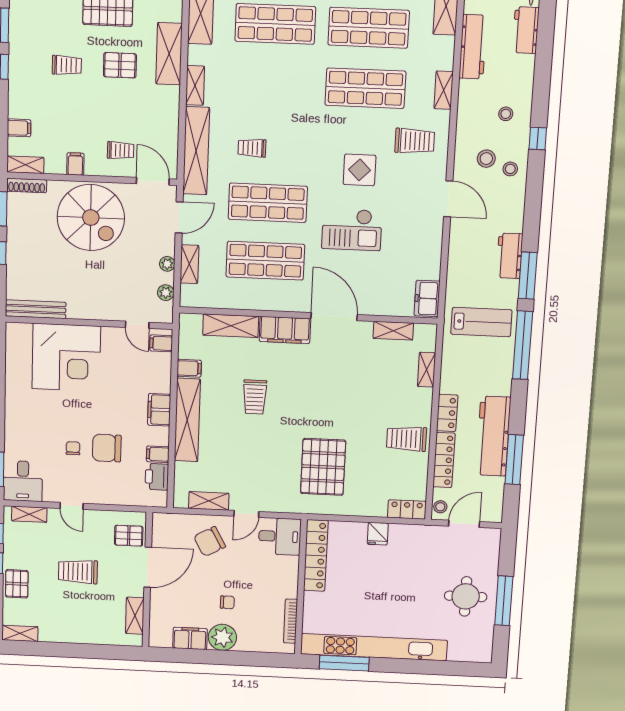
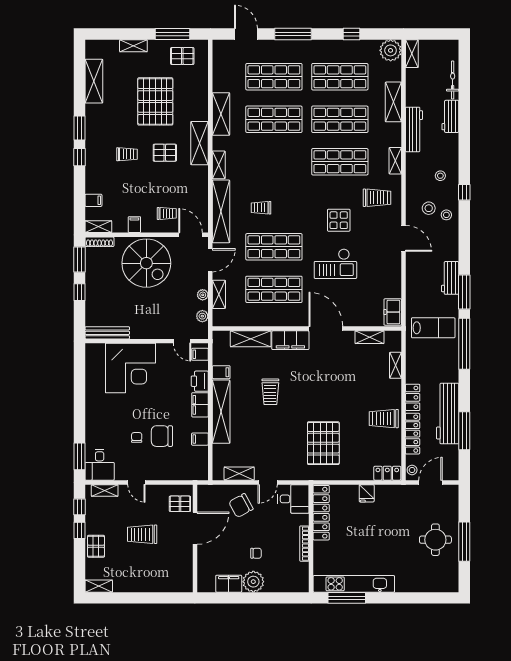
printer: (157, 477) -> (200, 381), moved
shelving: (135, 616) -> (186, 568), removed
bookcase: (290, 621) -> (304, 544), moved
kitchen unit: (374, 647) -> (354, 584), width x0.73

